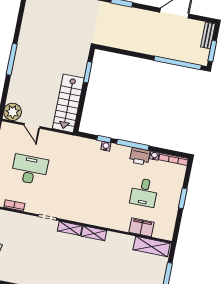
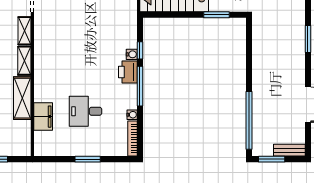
printer: (140, 156) -> (128, 72), moved
shelving: (152, 247) -> (22, 98), moved

